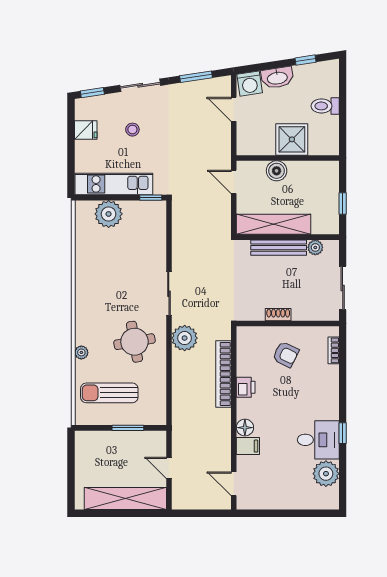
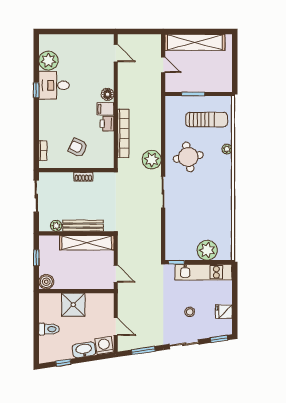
boiler: (277, 171) -> (46, 282), moved
filing cabinet: (248, 446) -> (105, 109), moved

